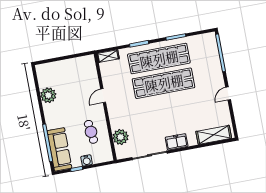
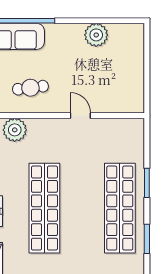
shelving: (108, 56) -> (137, 134), removed
shop shelf: (164, 83) -> (44, 208), moved

